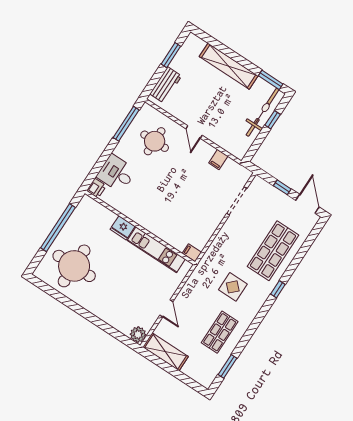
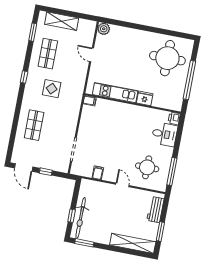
shelving: (229, 66) -> (133, 243), moved
shop shelf: (273, 251) -> (34, 125), width x0.70, depth x0.74
window: (278, 289) -> (24, 77), moved
shelving: (165, 352) -> (62, 21), moved

